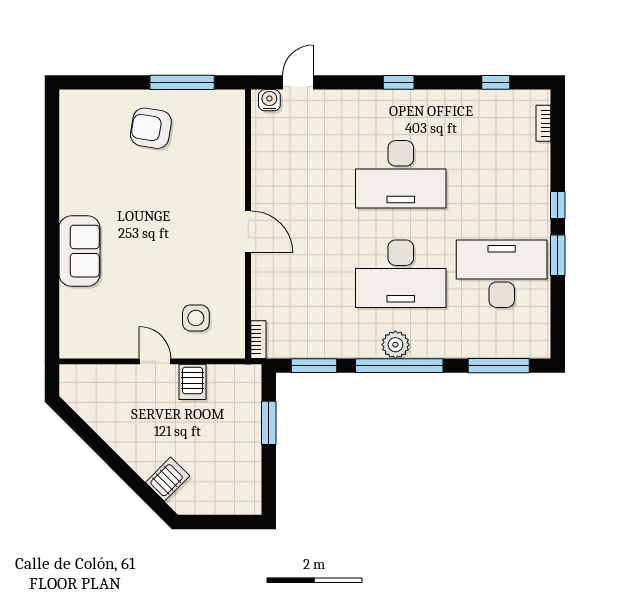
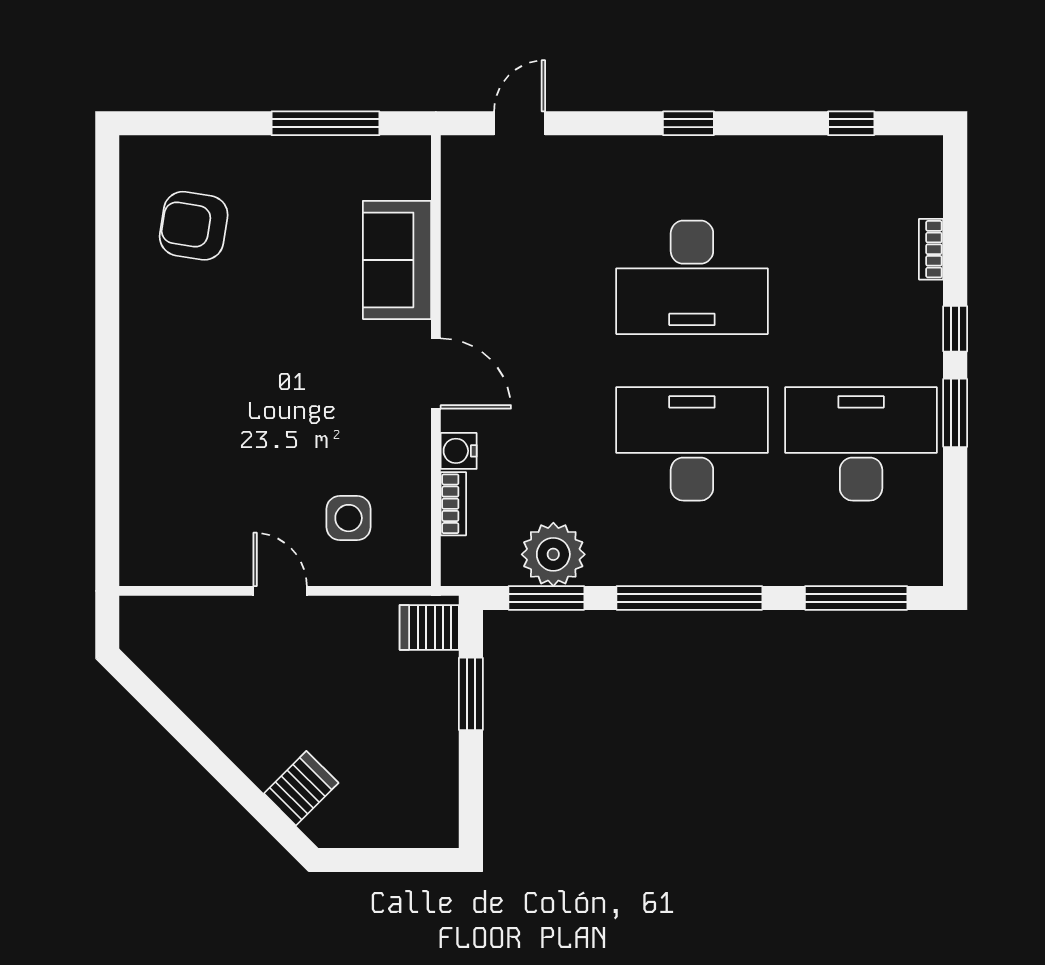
water cooler: (269, 100) -> (459, 451), moved, turned -90
bookcase: (543, 123) -> (931, 249), moved
armchair: (151, 128) -> (194, 226), moved
sofa: (79, 251) -> (397, 260), moved, turned 180
desk: (401, 274) -> (692, 444), turned 180
bookcase: (258, 340) -> (453, 504), moved
plant: (395, 345) -> (553, 554), moved, width x1.36, depth x1.36
server rack: (192, 382) -> (429, 627), moved, turned 90

